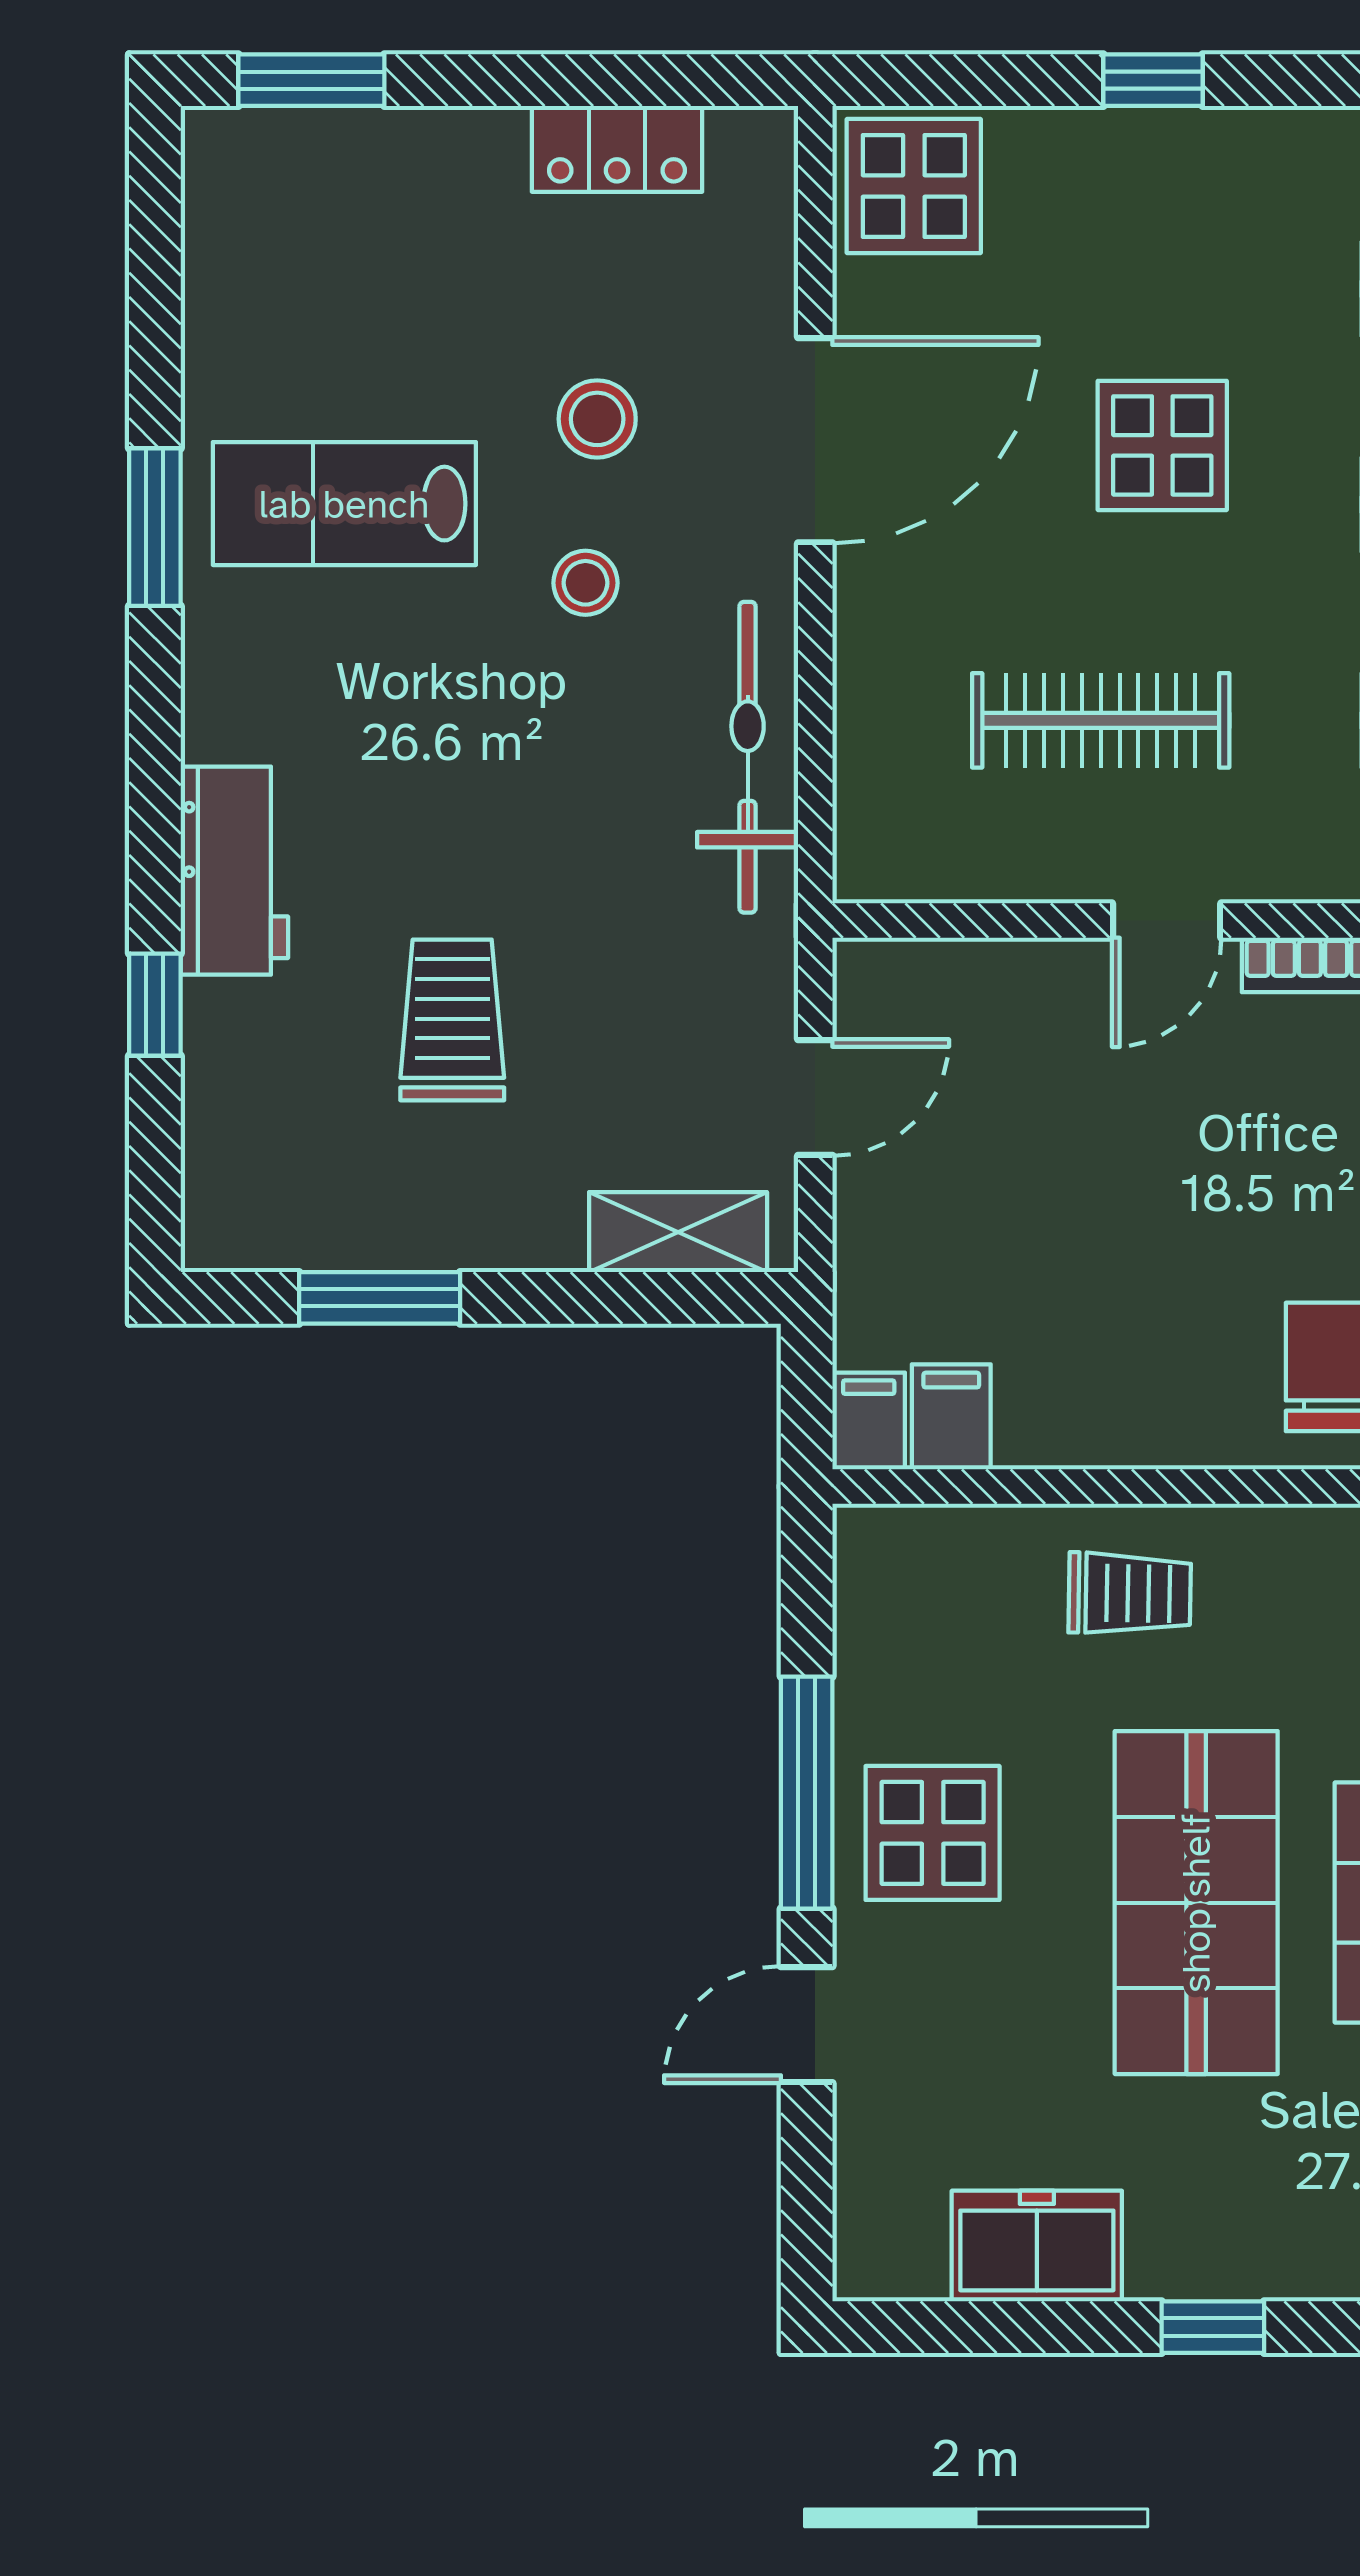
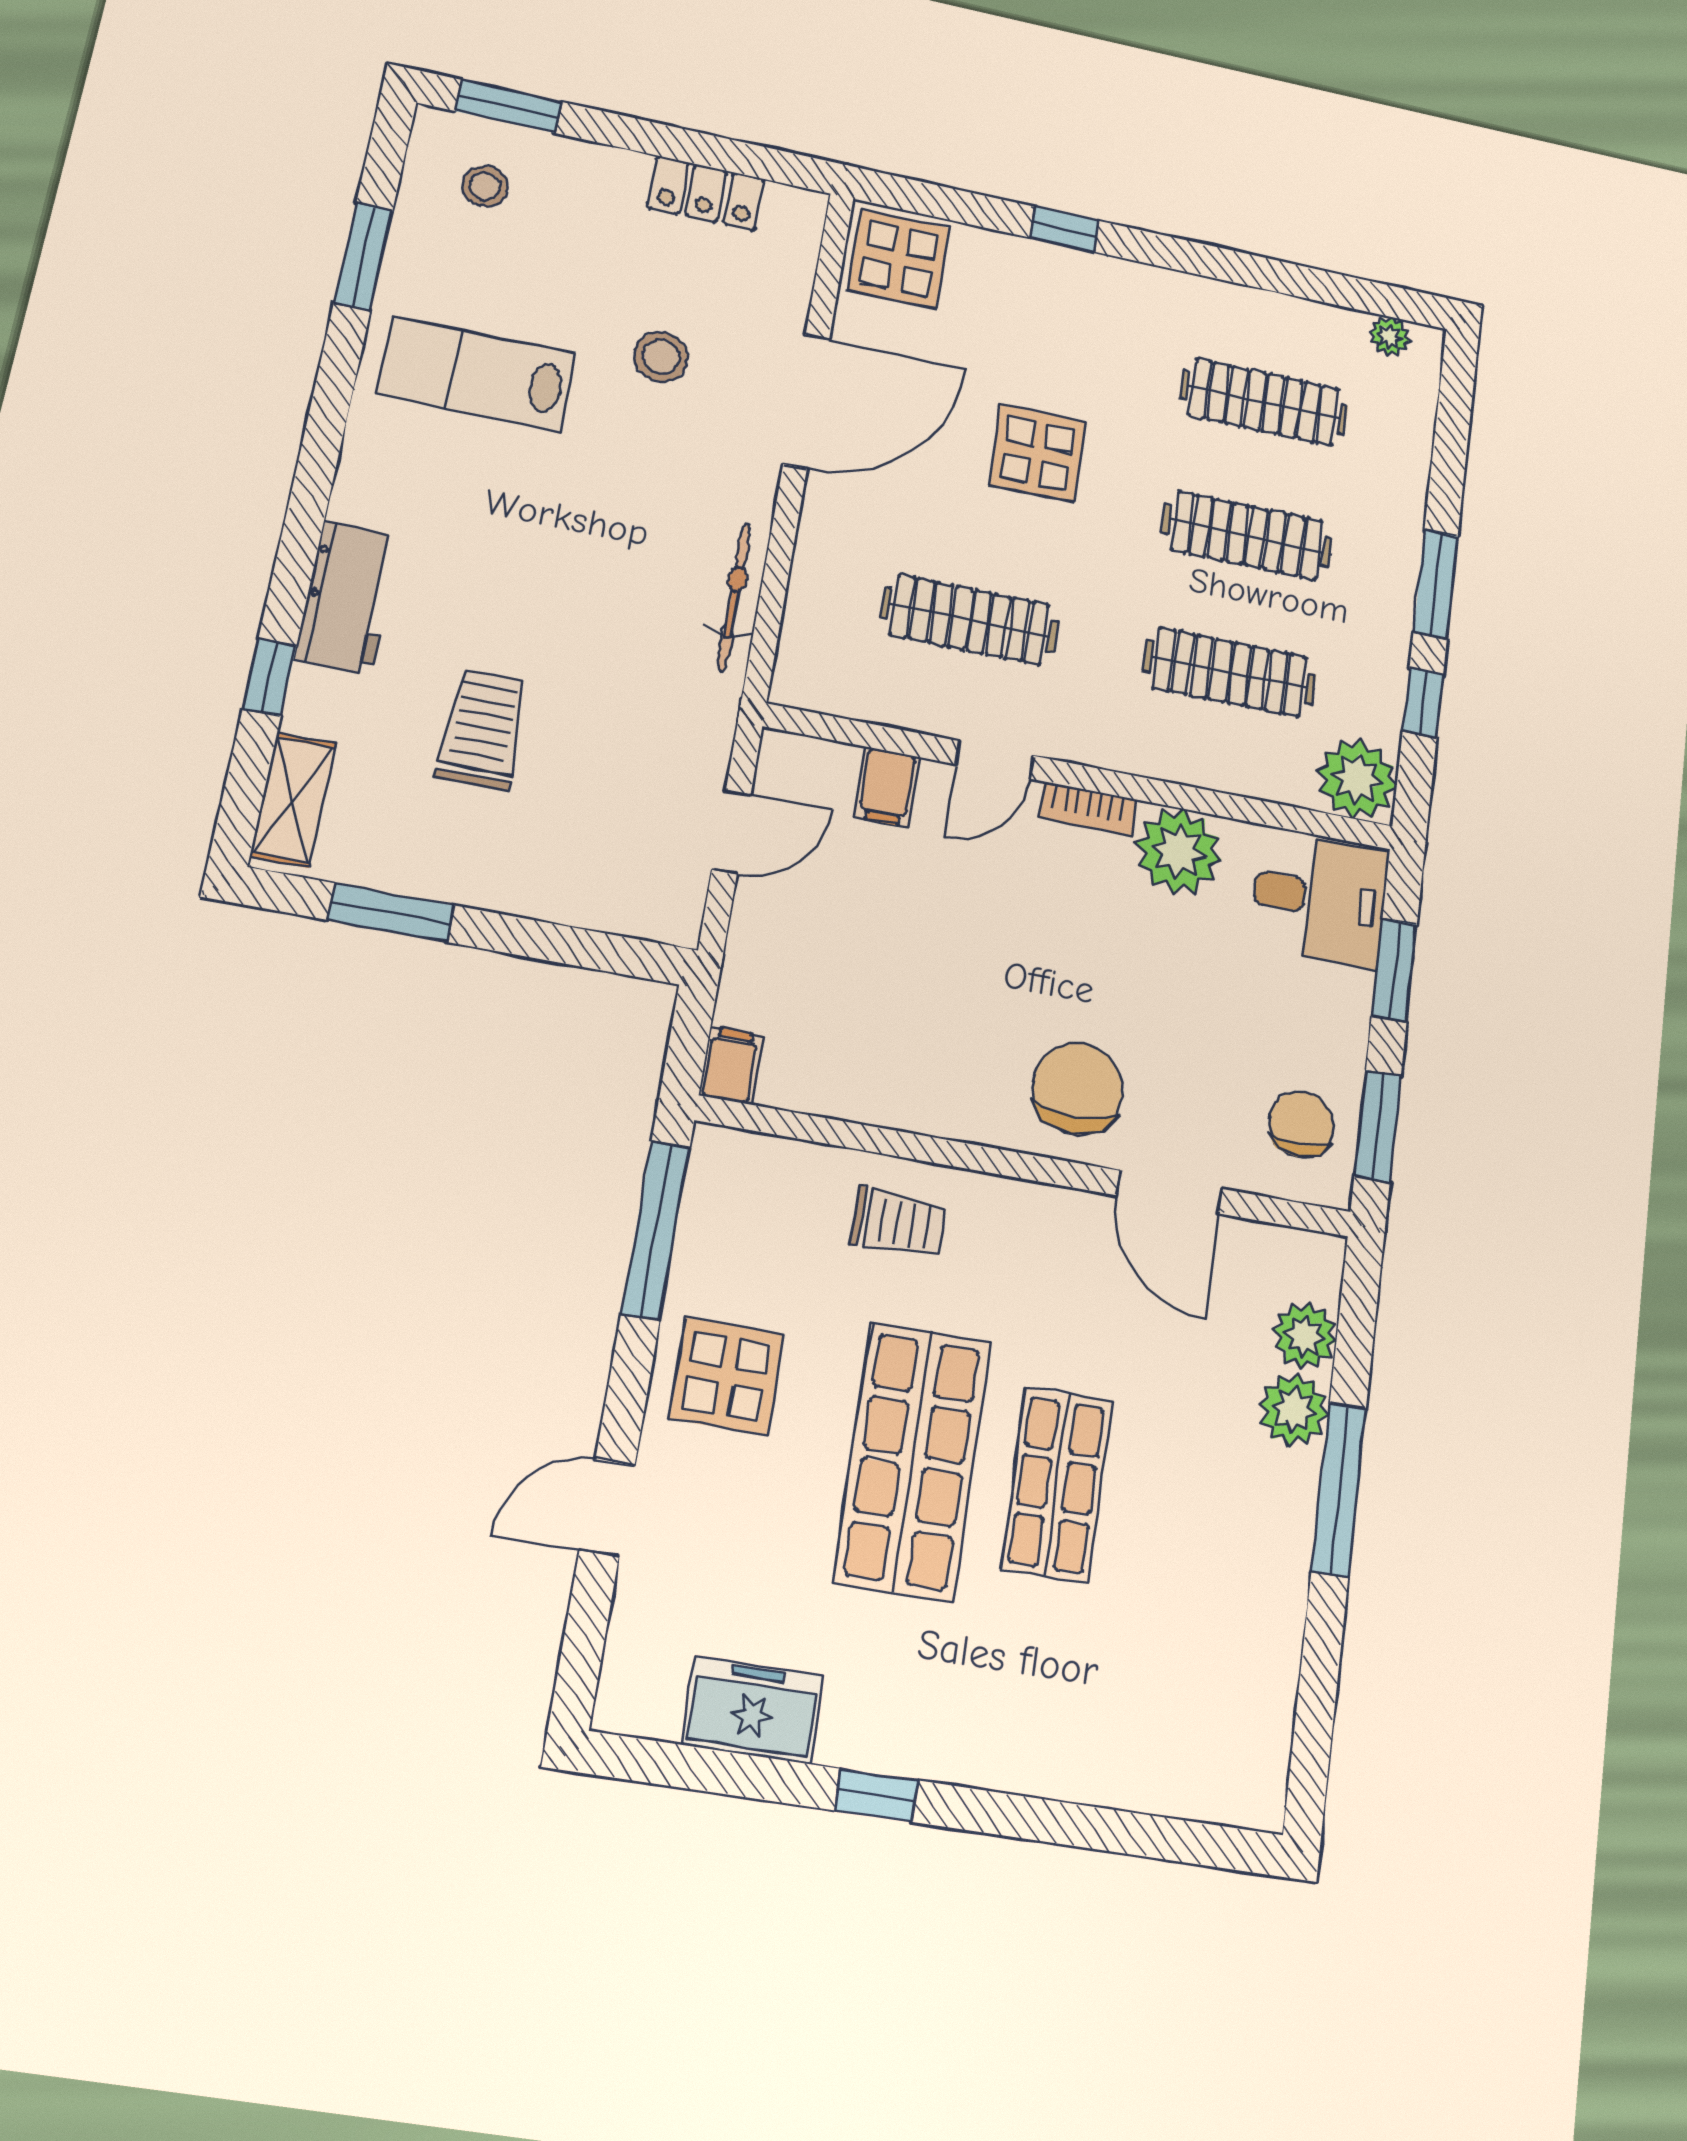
window: (155, 527) -> (363, 257), moved
stool: (585, 583) -> (485, 186), moved
bicycle: (748, 757) -> (734, 597), width x0.73, depth x0.71
shelving: (678, 1232) -> (293, 800), moved, turned 90
filing cabinet: (951, 1417) -> (887, 787), moved, turned 180
window: (807, 1793) -> (656, 1230), moved

